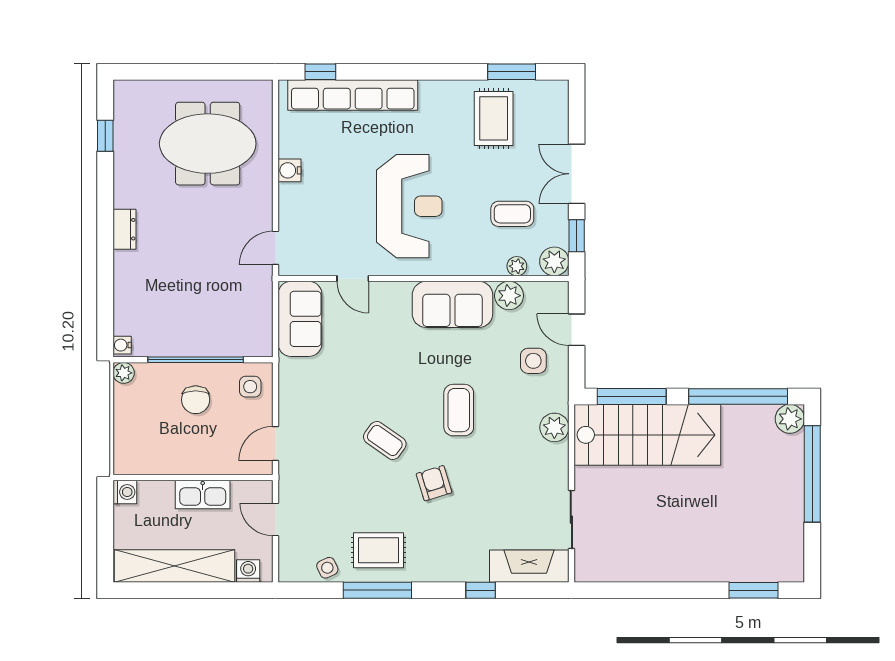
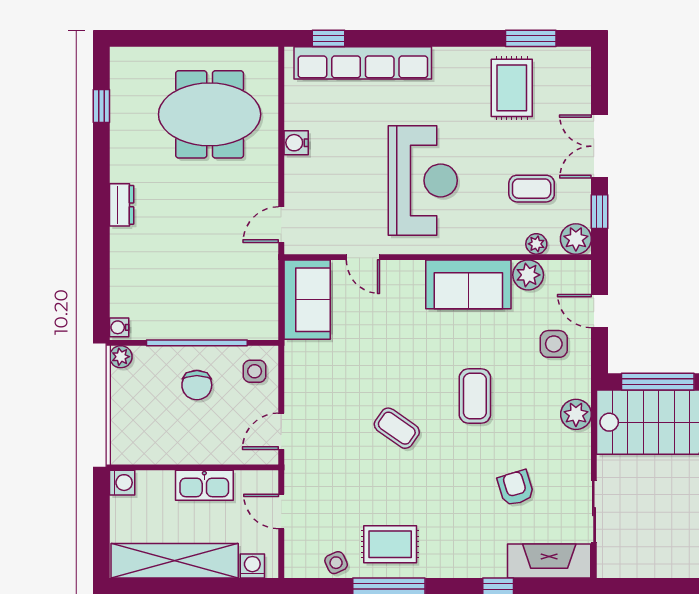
armchair: (434, 483) -> (516, 488), moved

